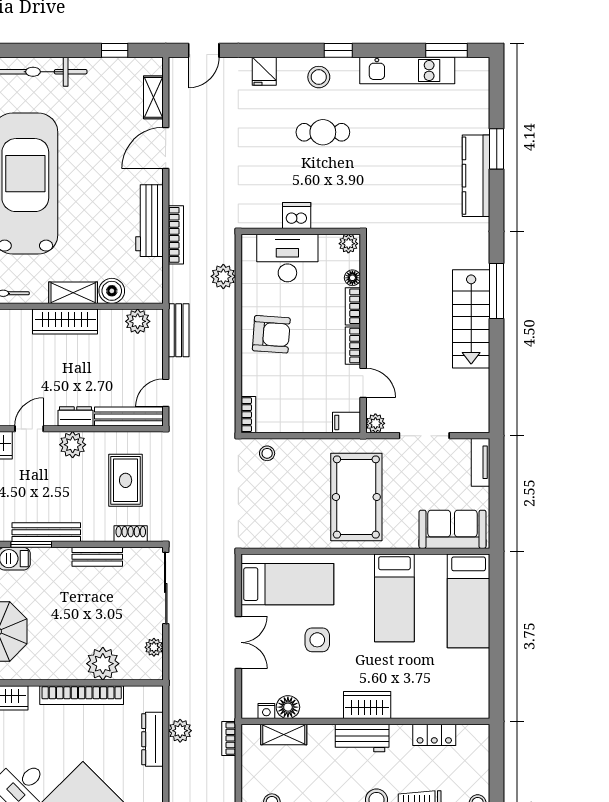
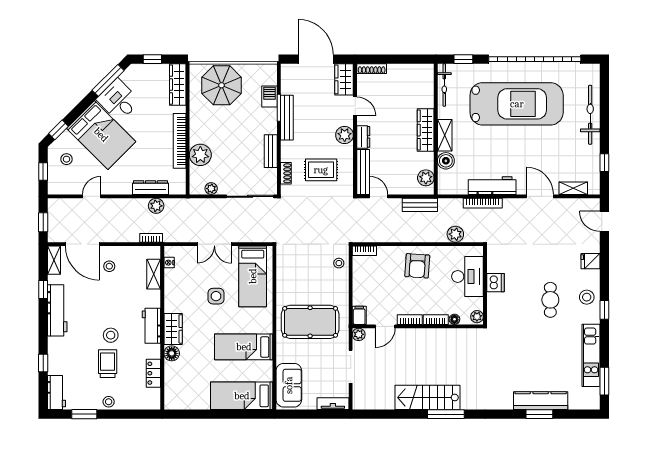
kitchen counter: (476, 176) -> (541, 401), moved
floor lamp: (288, 707) -> (172, 353), moved

